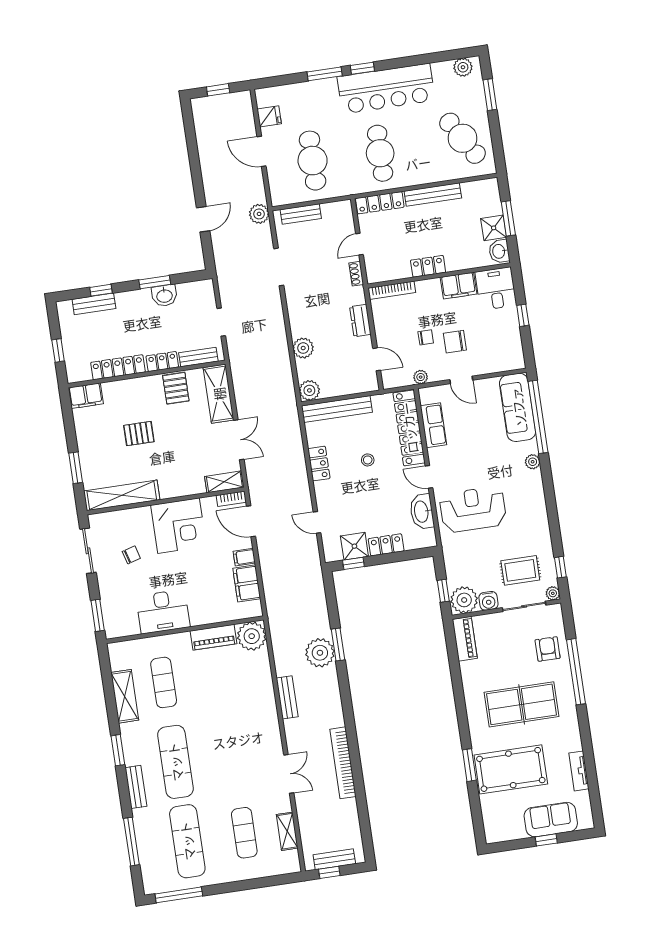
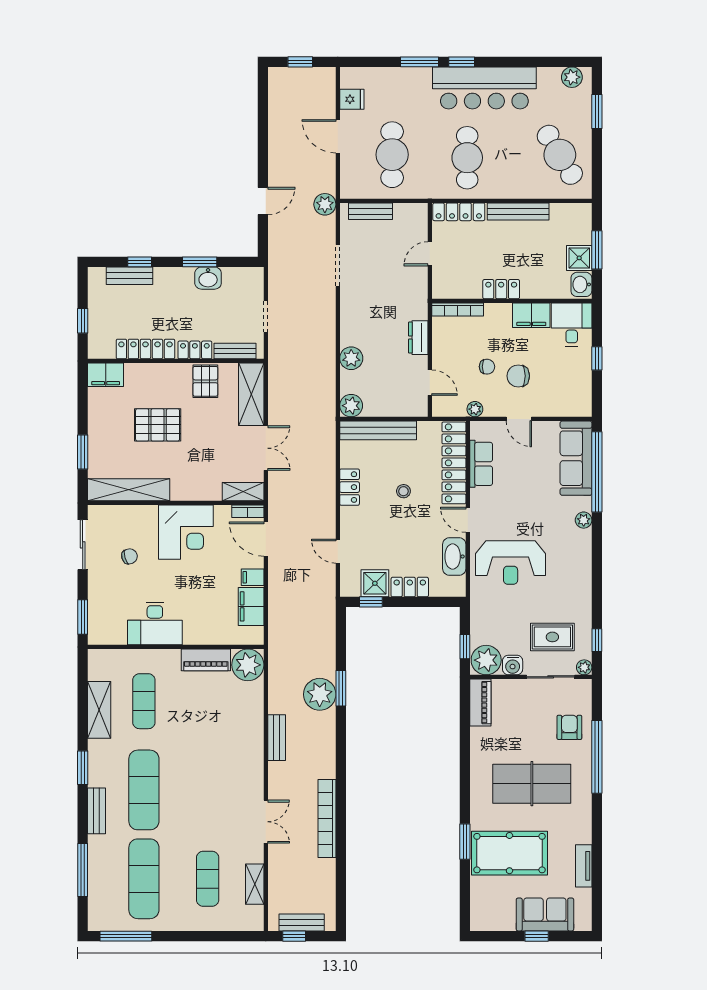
shoe rack: (356, 274) -> (421, 286), removed
pallet: (139, 434) -> (158, 425), width x1.50, depth x1.42
reception desk: (473, 509) -> (511, 563), turned 180

